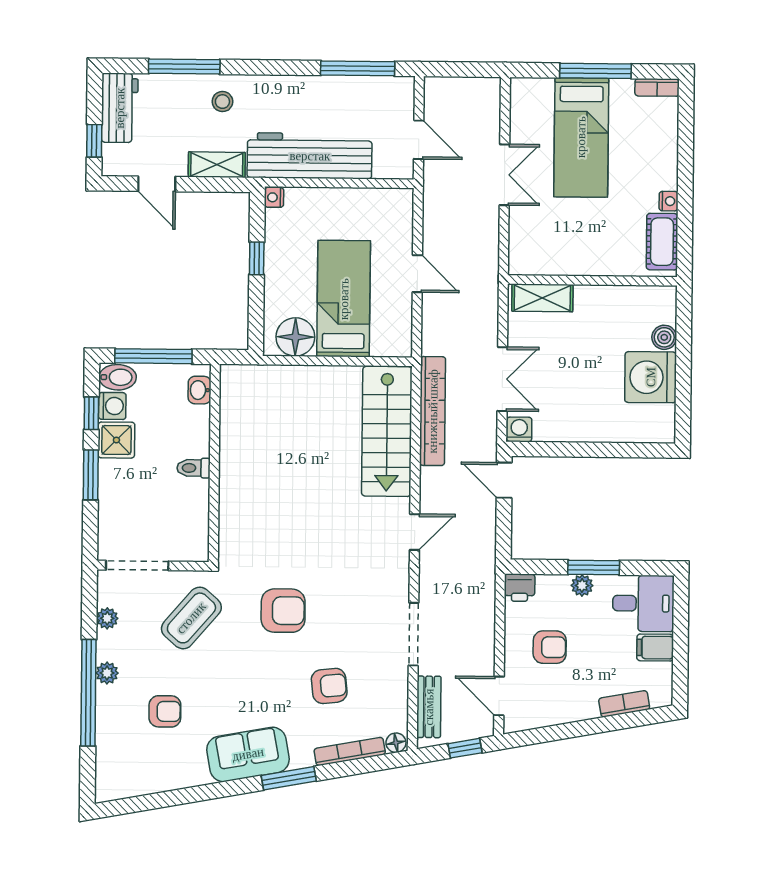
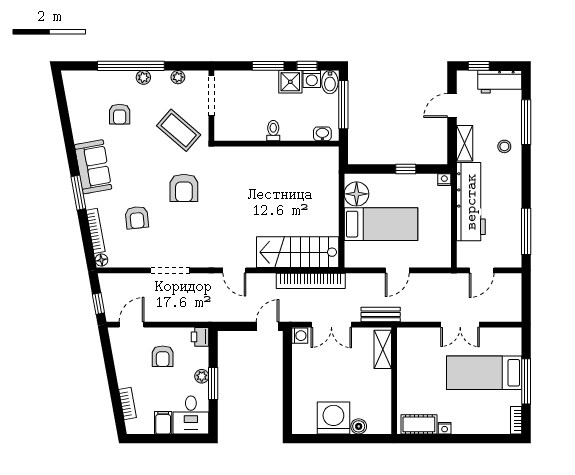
bench: (429, 707) -> (381, 314), moved

